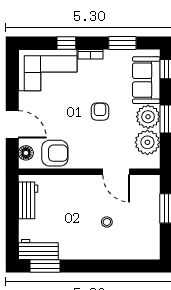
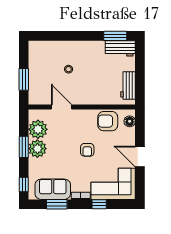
sofa: (146, 80) -> (53, 189), moved, turned -90
armchair: (100, 112) -> (87, 150), moved
door: (12, 124) -> (140, 156), moved

